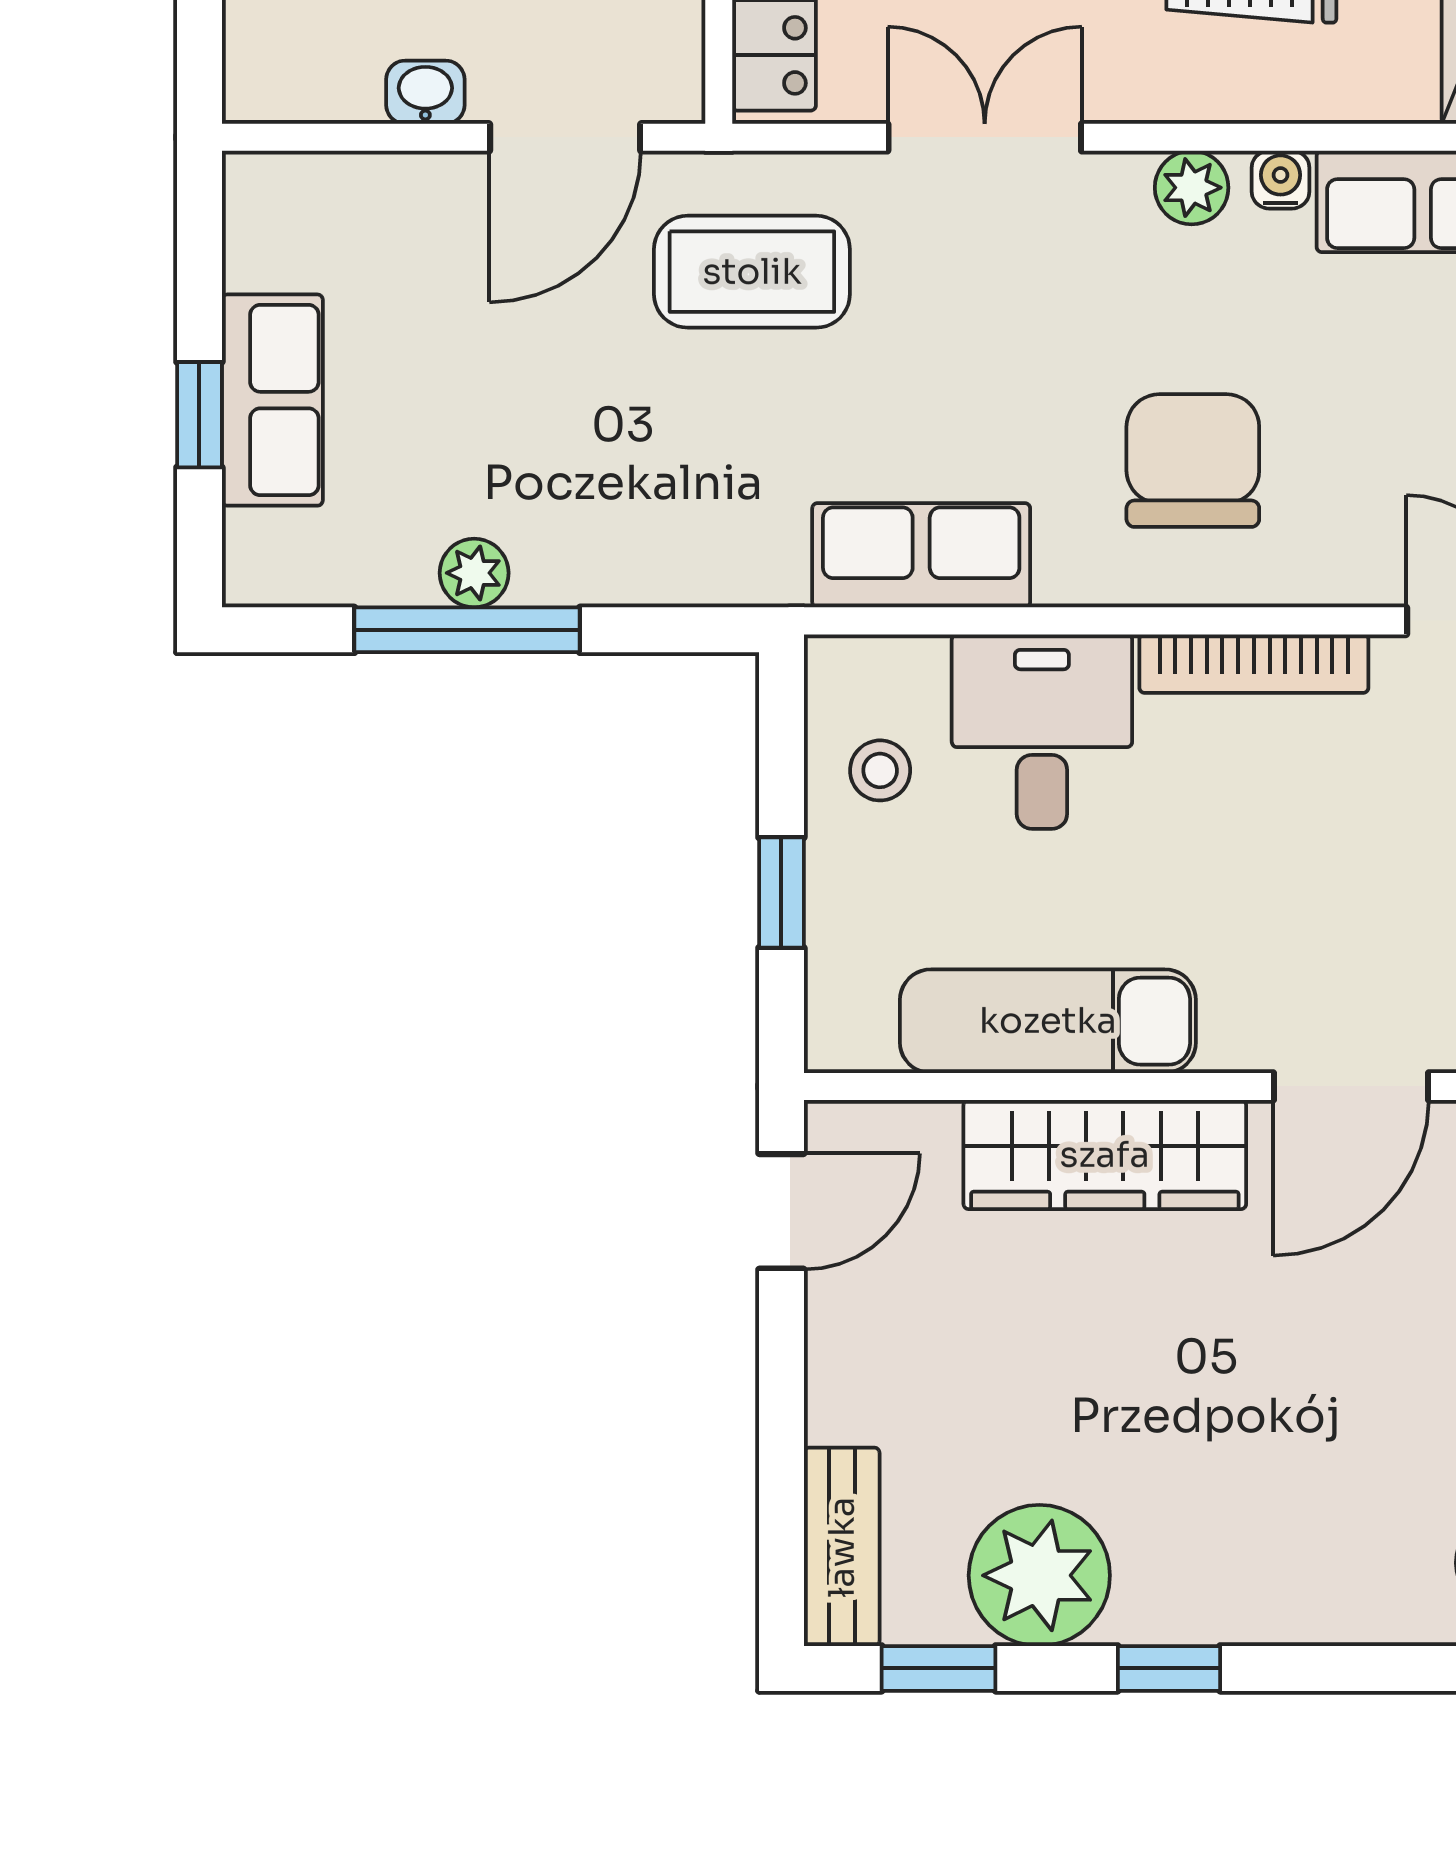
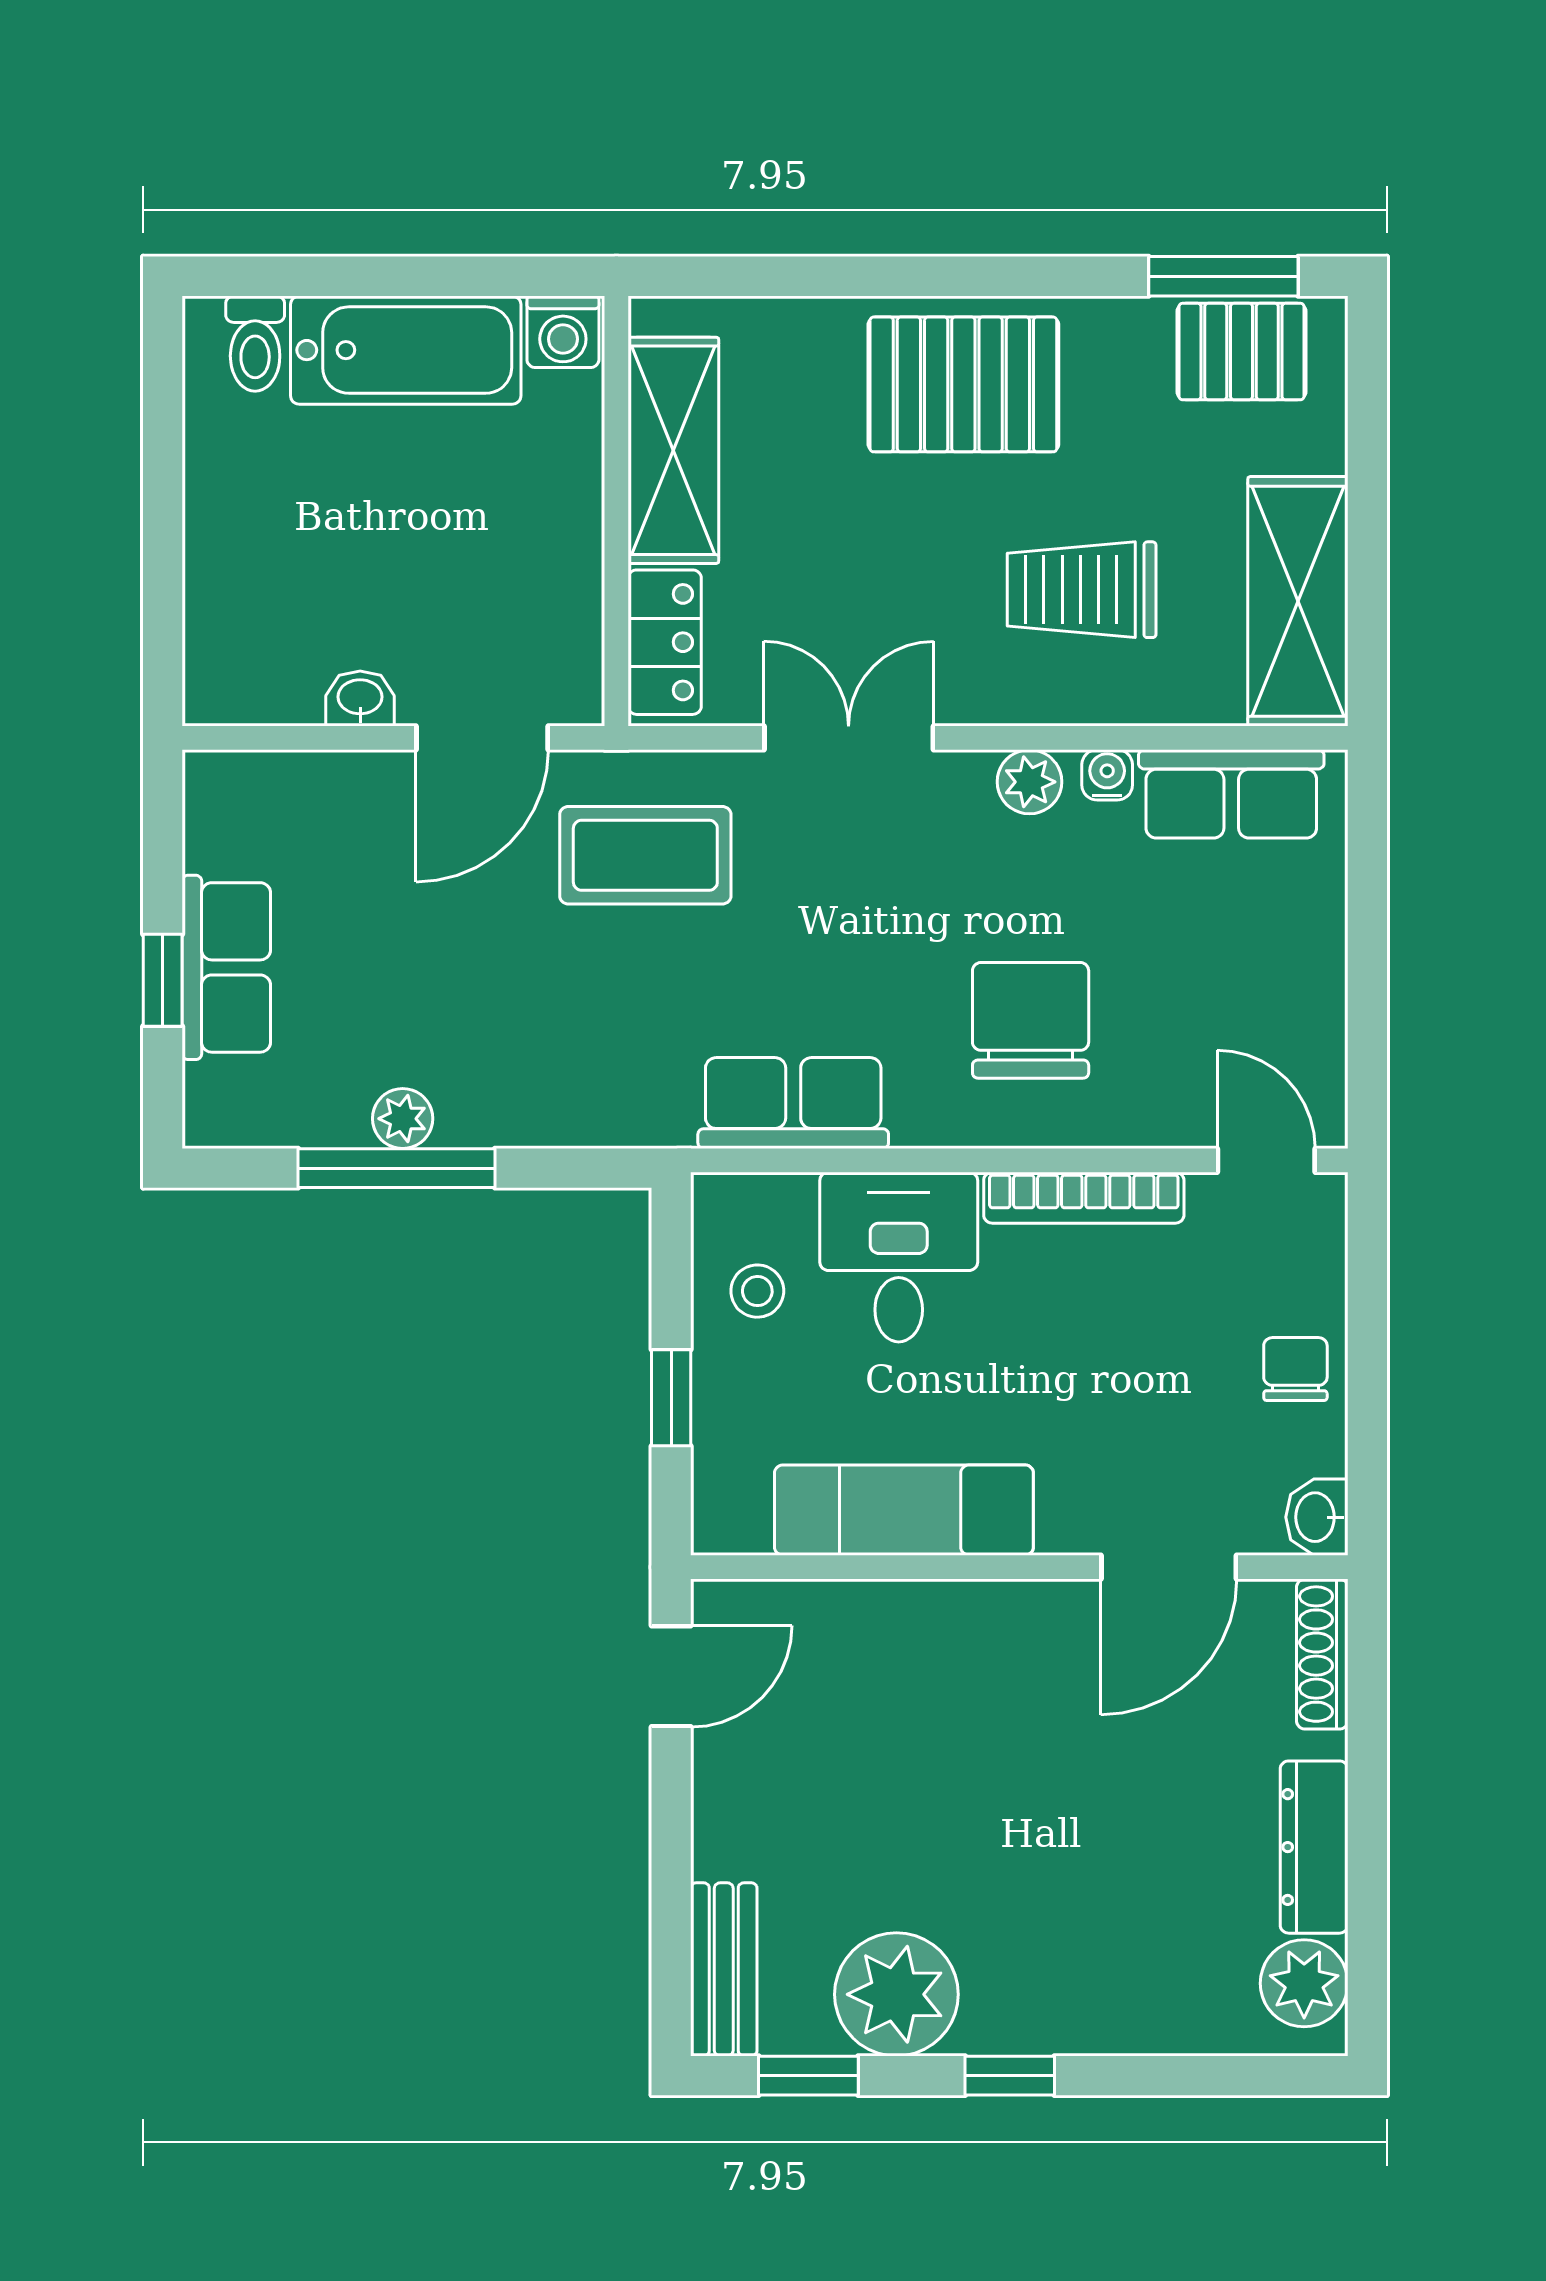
wardrobe: (1105, 1155) -> (954, 1627), removed

